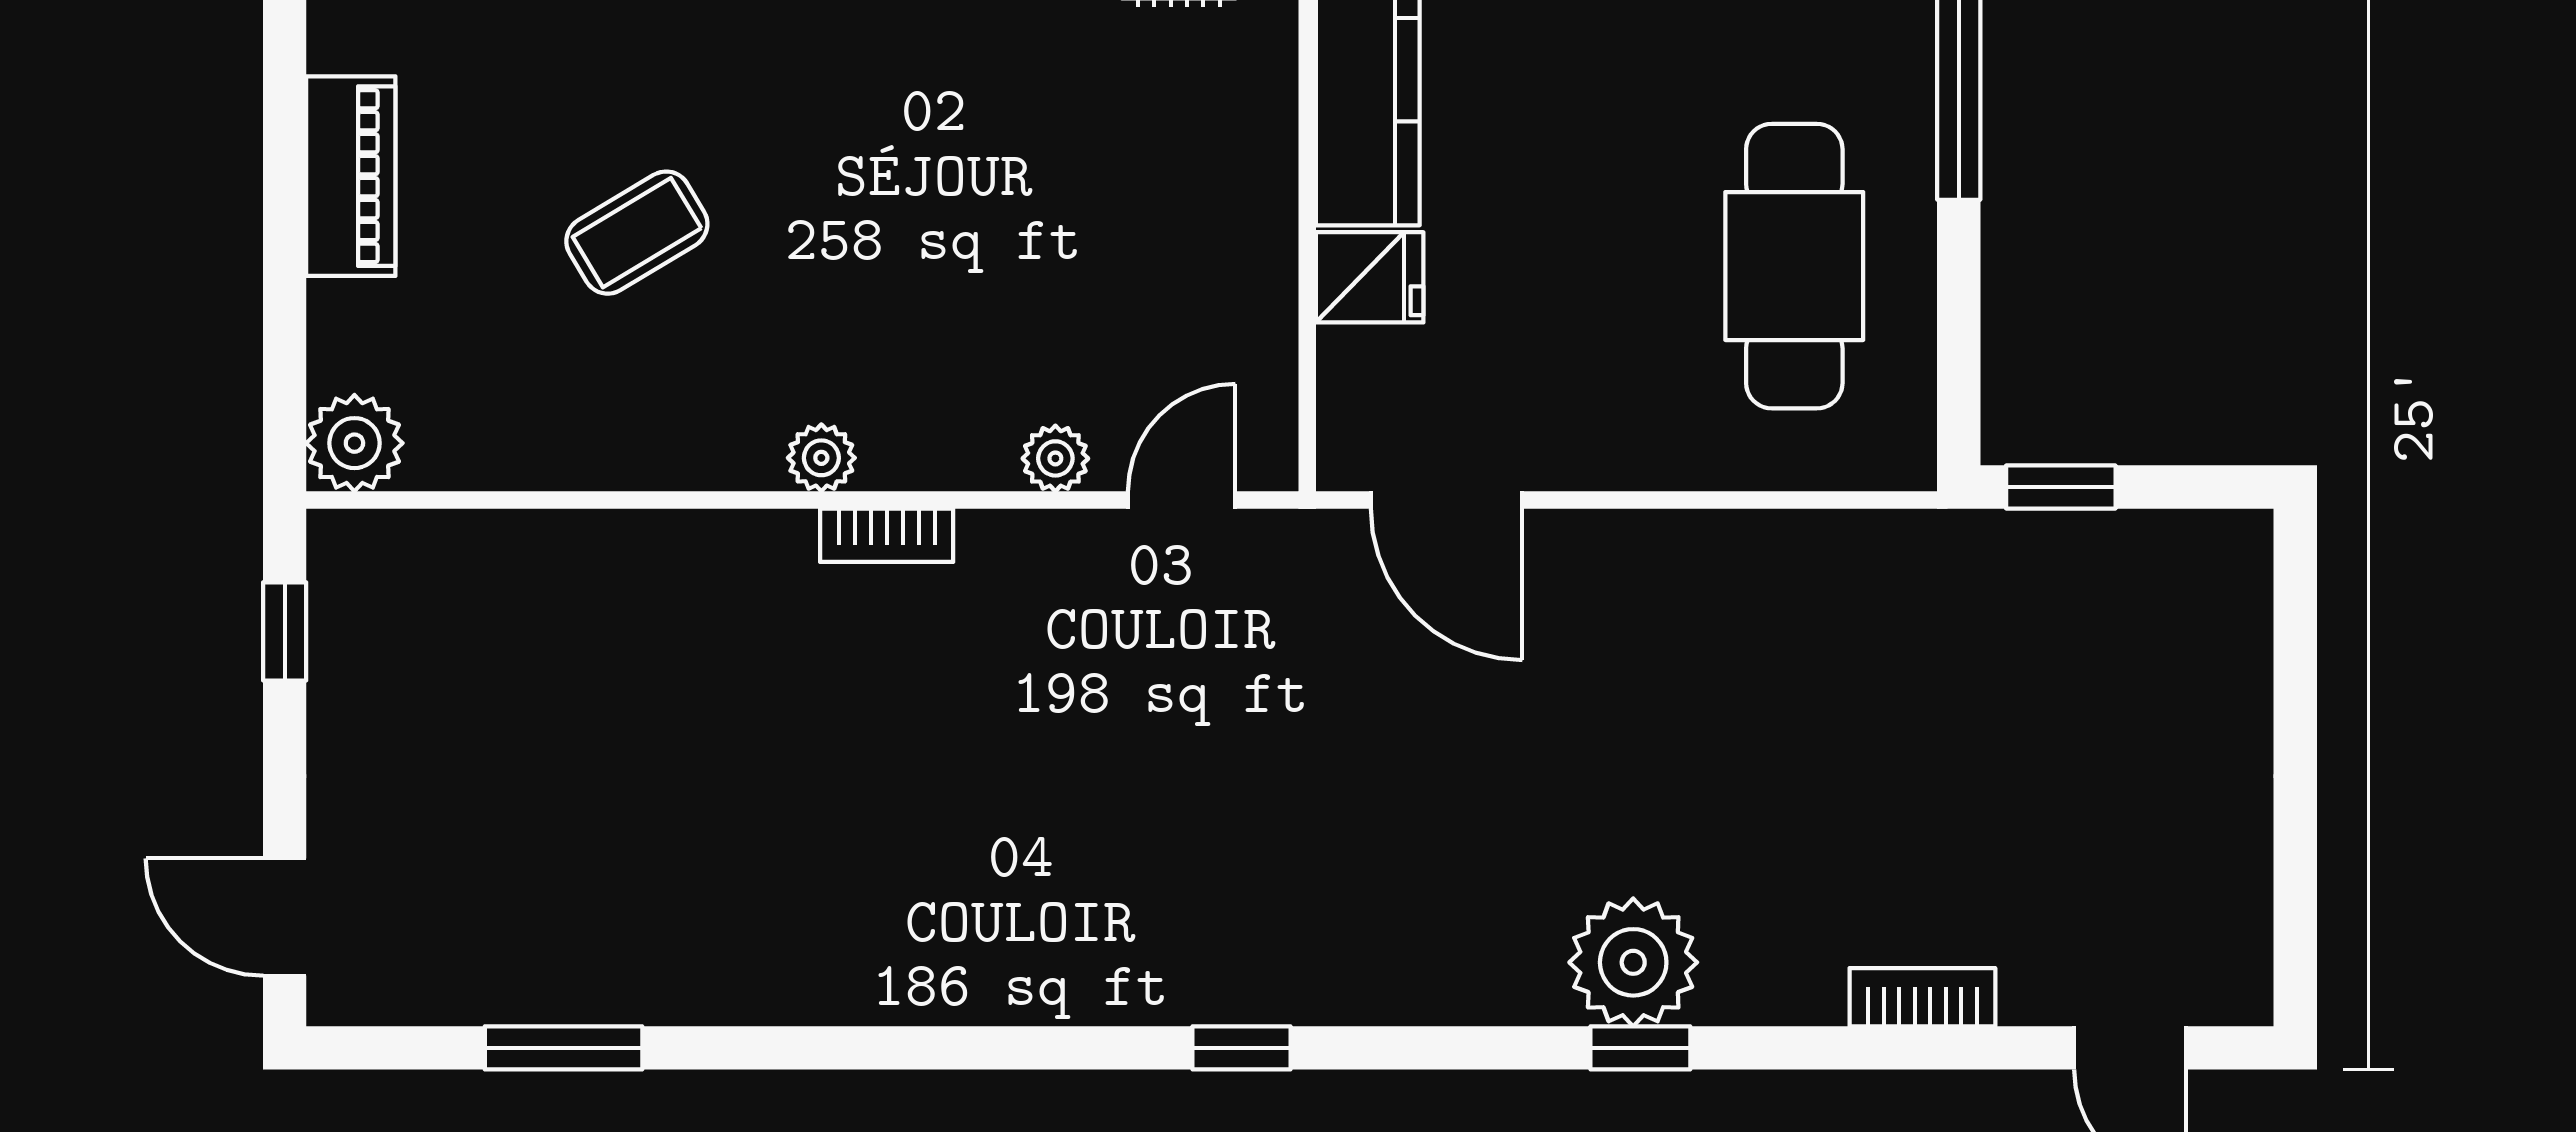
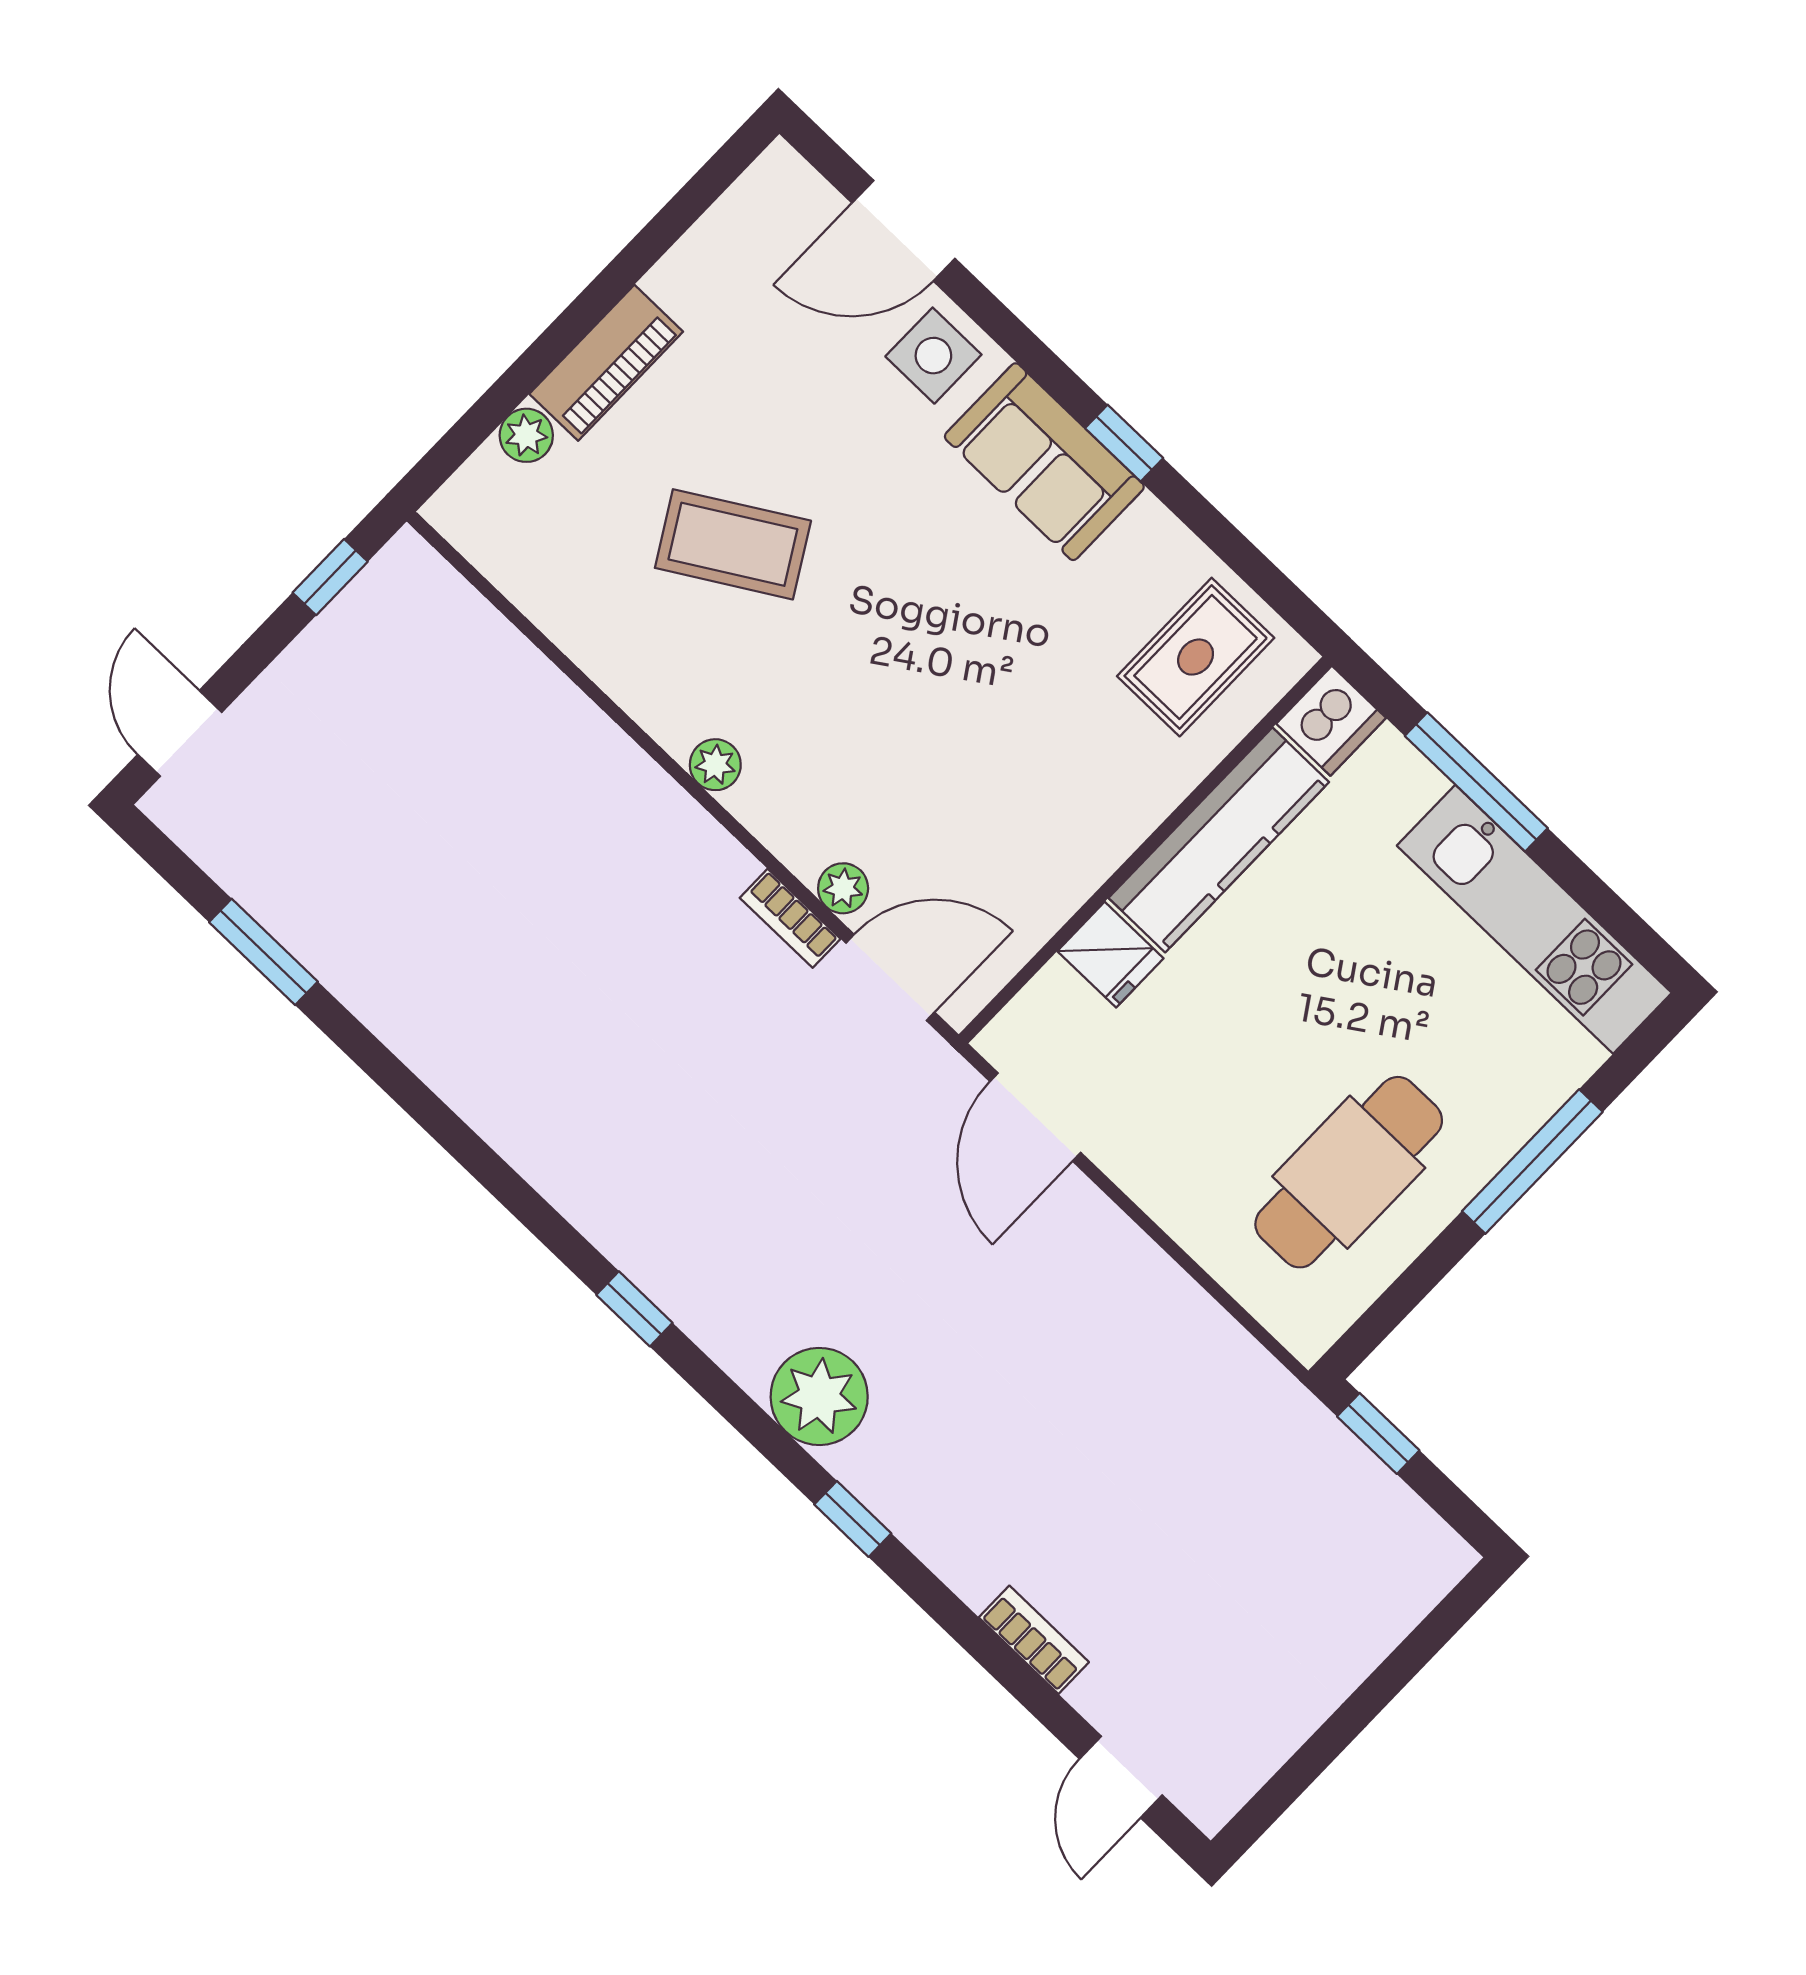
coffee table: (637, 233) -> (733, 544), width x1.36, depth x1.30
plant: (354, 443) -> (526, 435), moved, width x0.73, depth x0.73
door: (1182, 500) -> (890, 978), width x1.38
bookcase: (887, 535) -> (790, 918), moved
plant: (1633, 962) -> (819, 1396), moved

